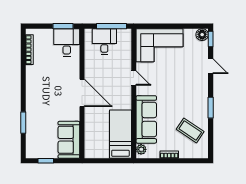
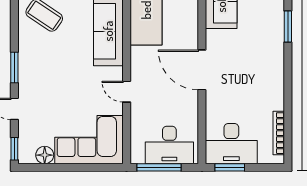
floor lamp: (202, 35) -> (45, 155), moved
desk: (104, 41) -> (169, 145), width x1.37
desk: (67, 42) -> (231, 144), width x1.37
window: (211, 108) -> (14, 67), moved

